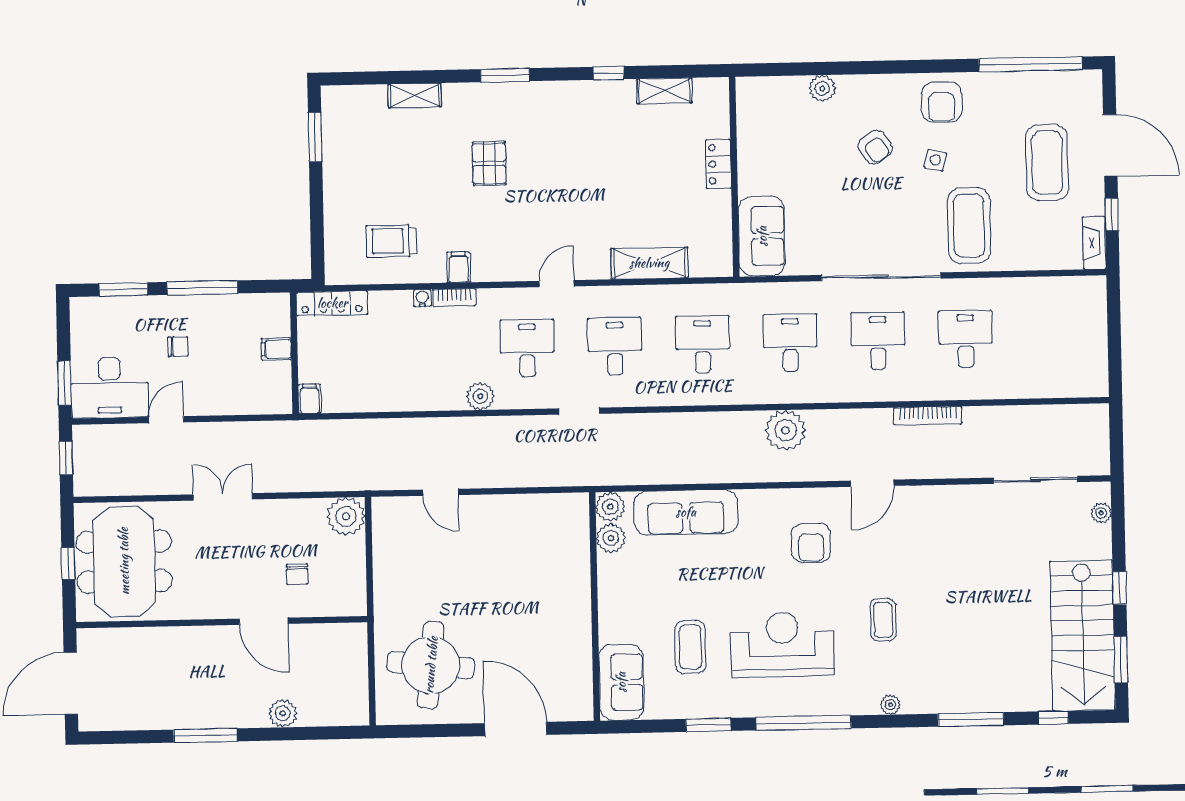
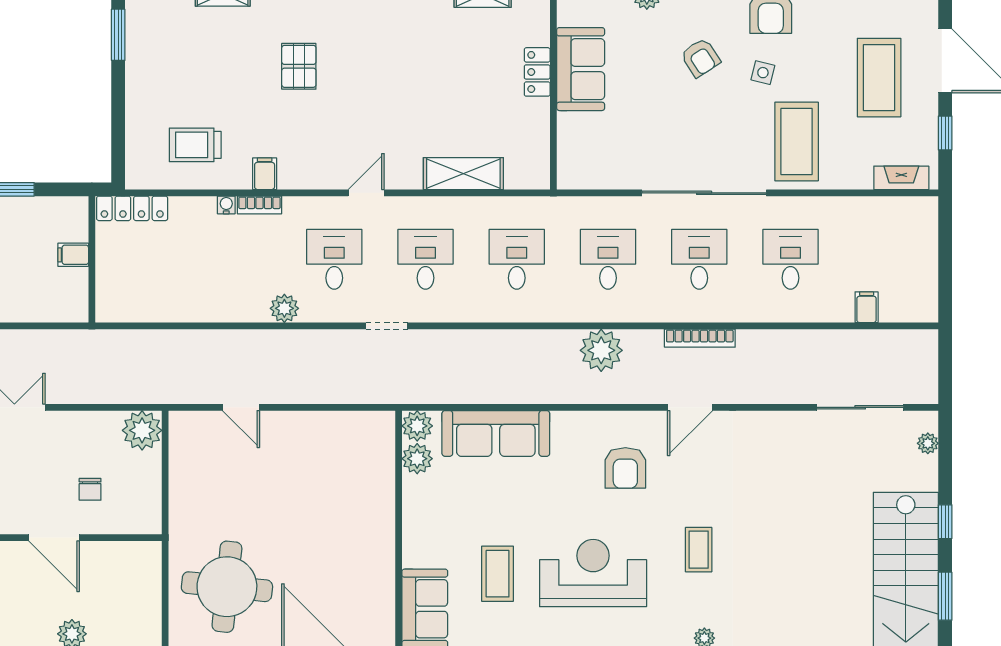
sofa: (762, 236) -> (581, 69), moved
fireplace: (1094, 243) -> (901, 178), moved, turned 90
filing cabinet: (309, 399) -> (867, 307), moved
bookcase: (928, 416) -> (700, 338), moved

